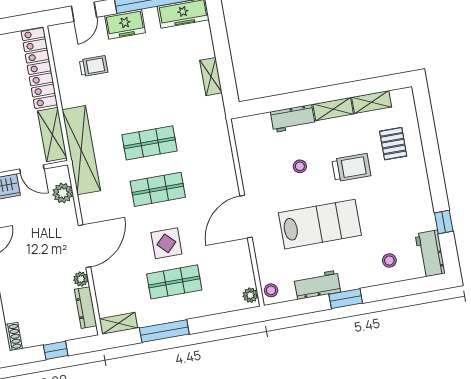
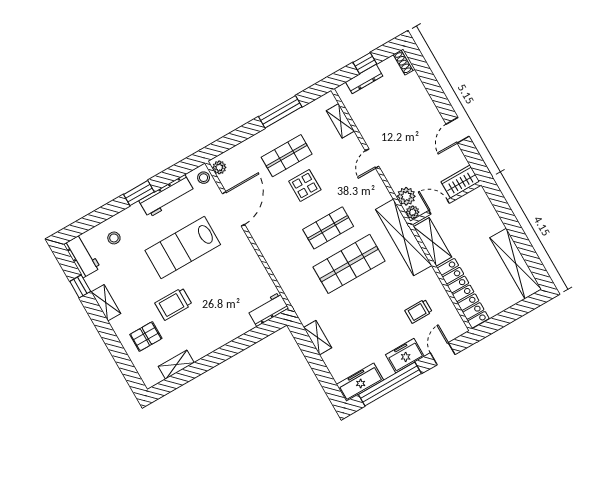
shelving: (333, 109) -> (106, 303), moved, turned 90
workbench: (293, 119) -> (268, 309), moved
shop shelf: (149, 143) -> (349, 264), width x1.43, depth x1.36
pallet: (393, 144) -> (146, 336), turned 90
stool: (300, 166) -> (217, 290), removed
door: (246, 217) -> (233, 209), moved
door: (84, 246) -> (372, 159), width x0.53
plant: (81, 279) -> (413, 212), moved
workbench: (317, 285) -> (167, 196), width x1.38
dresser: (86, 308) -> (364, 79), moved, turned 90
shelving: (118, 323) -> (340, 121), moved, turned 90

